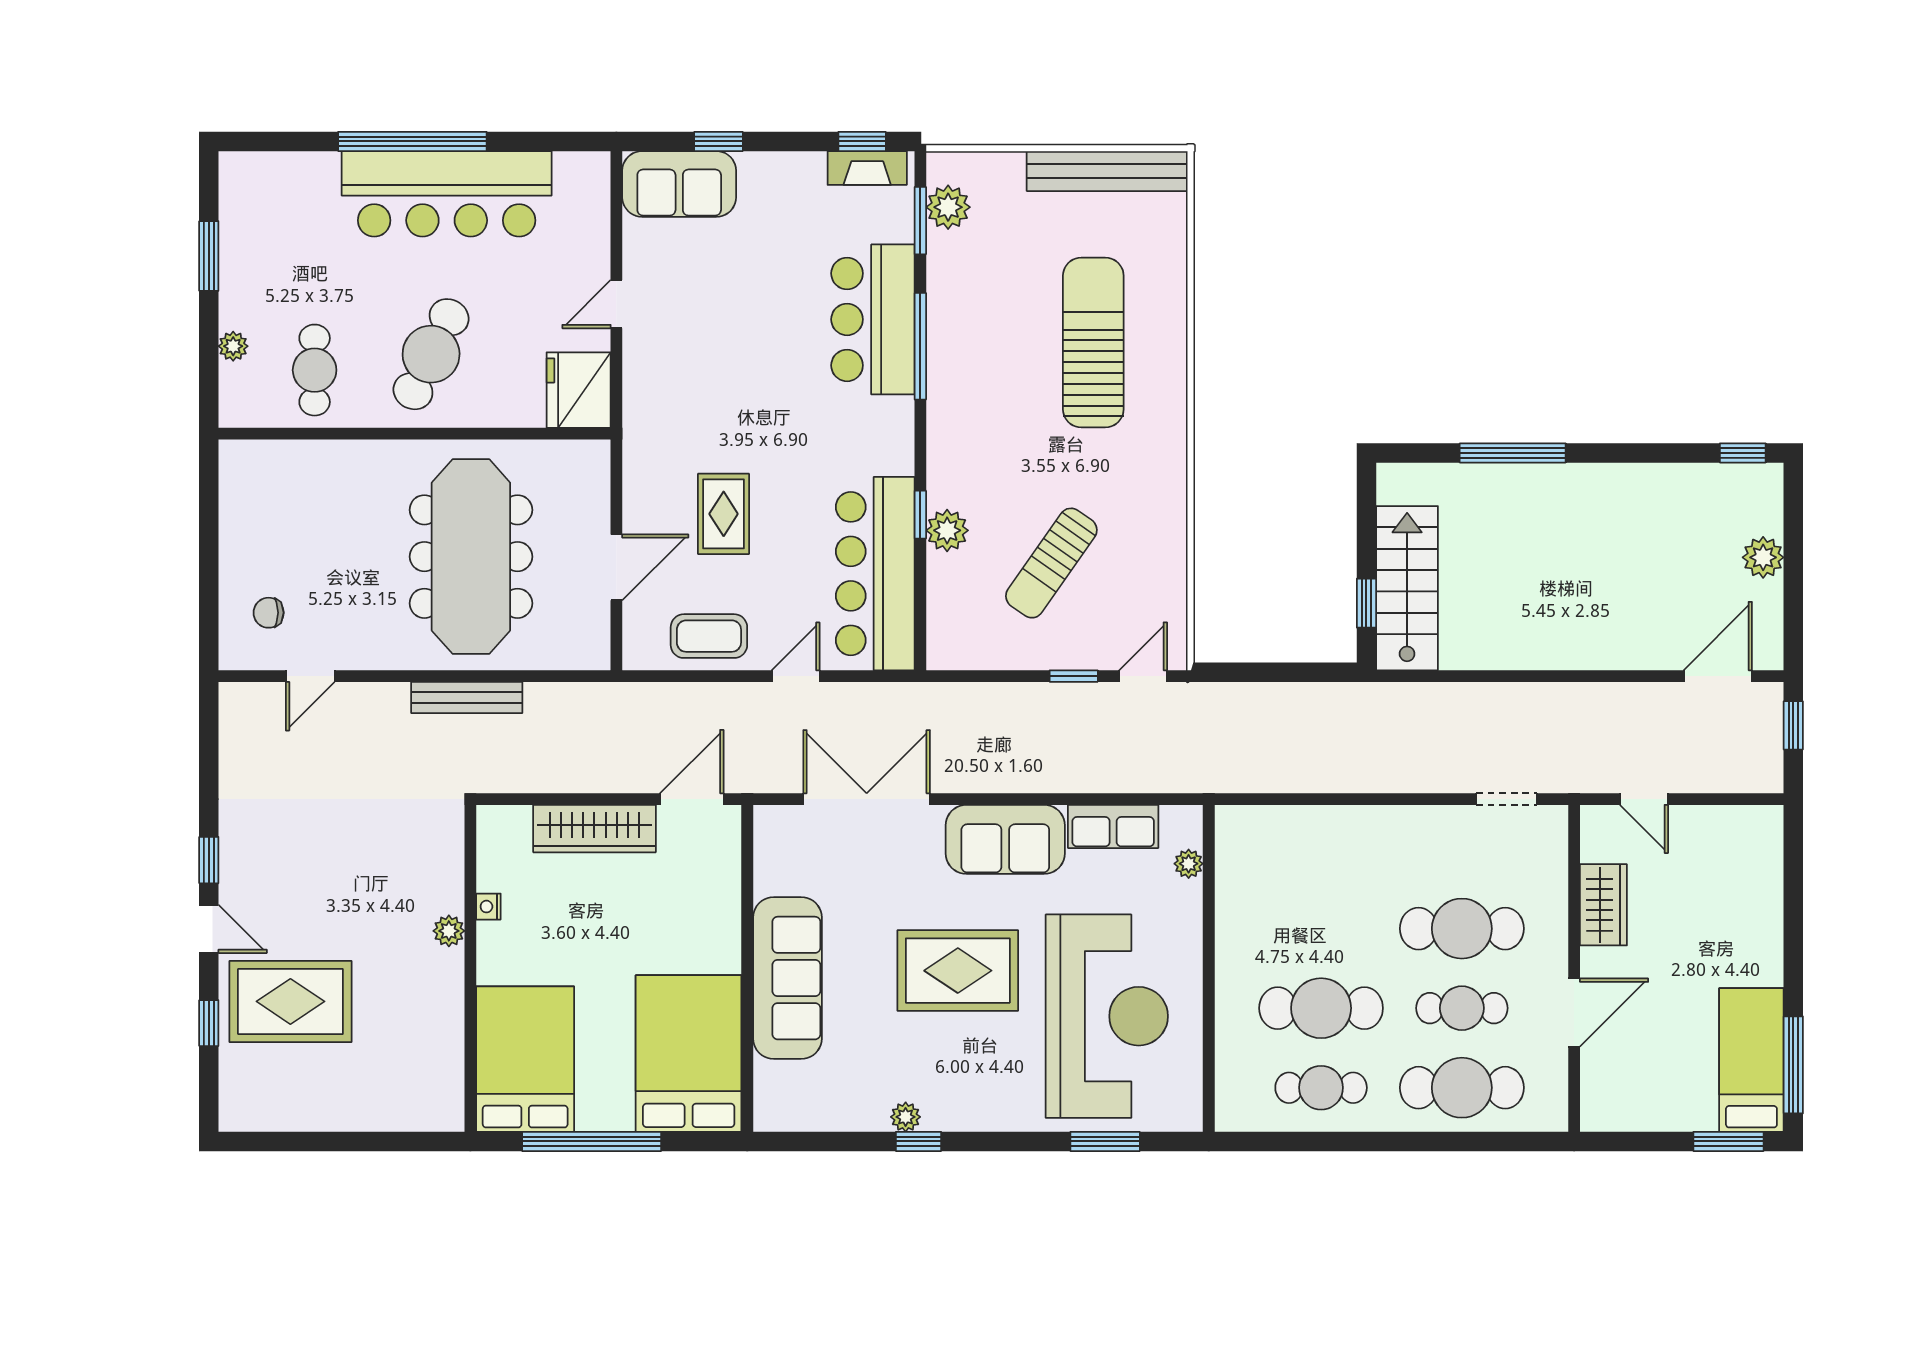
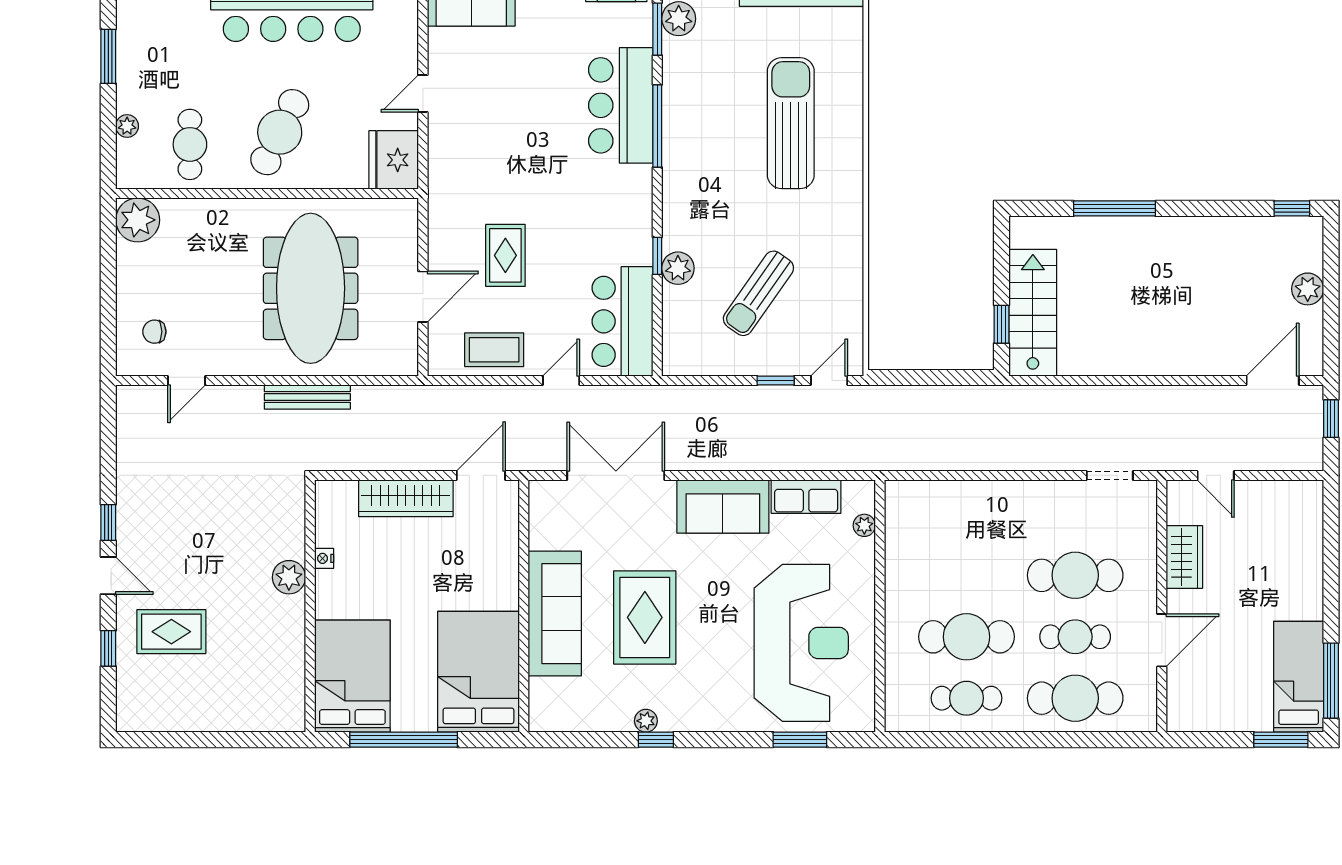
plant: (247, 468) -> (138, 220), added
bar counter: (875, 574) -> (622, 321), width x0.73
plant: (449, 931) -> (289, 577), width x1.38, depth x1.38
rug: (958, 971) -> (645, 617), moved, turned 90
rug: (290, 1001) -> (171, 632), width x0.73, depth x0.70

